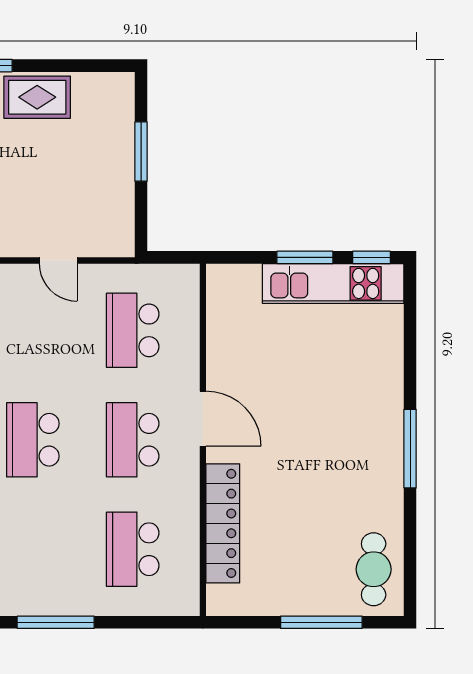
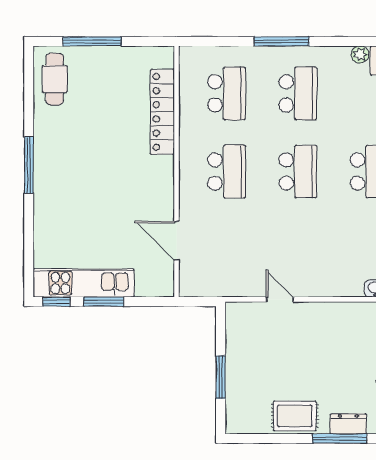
school desk: (133, 330) -> (298, 93), moved
door: (203, 419) -> (177, 241), moved

